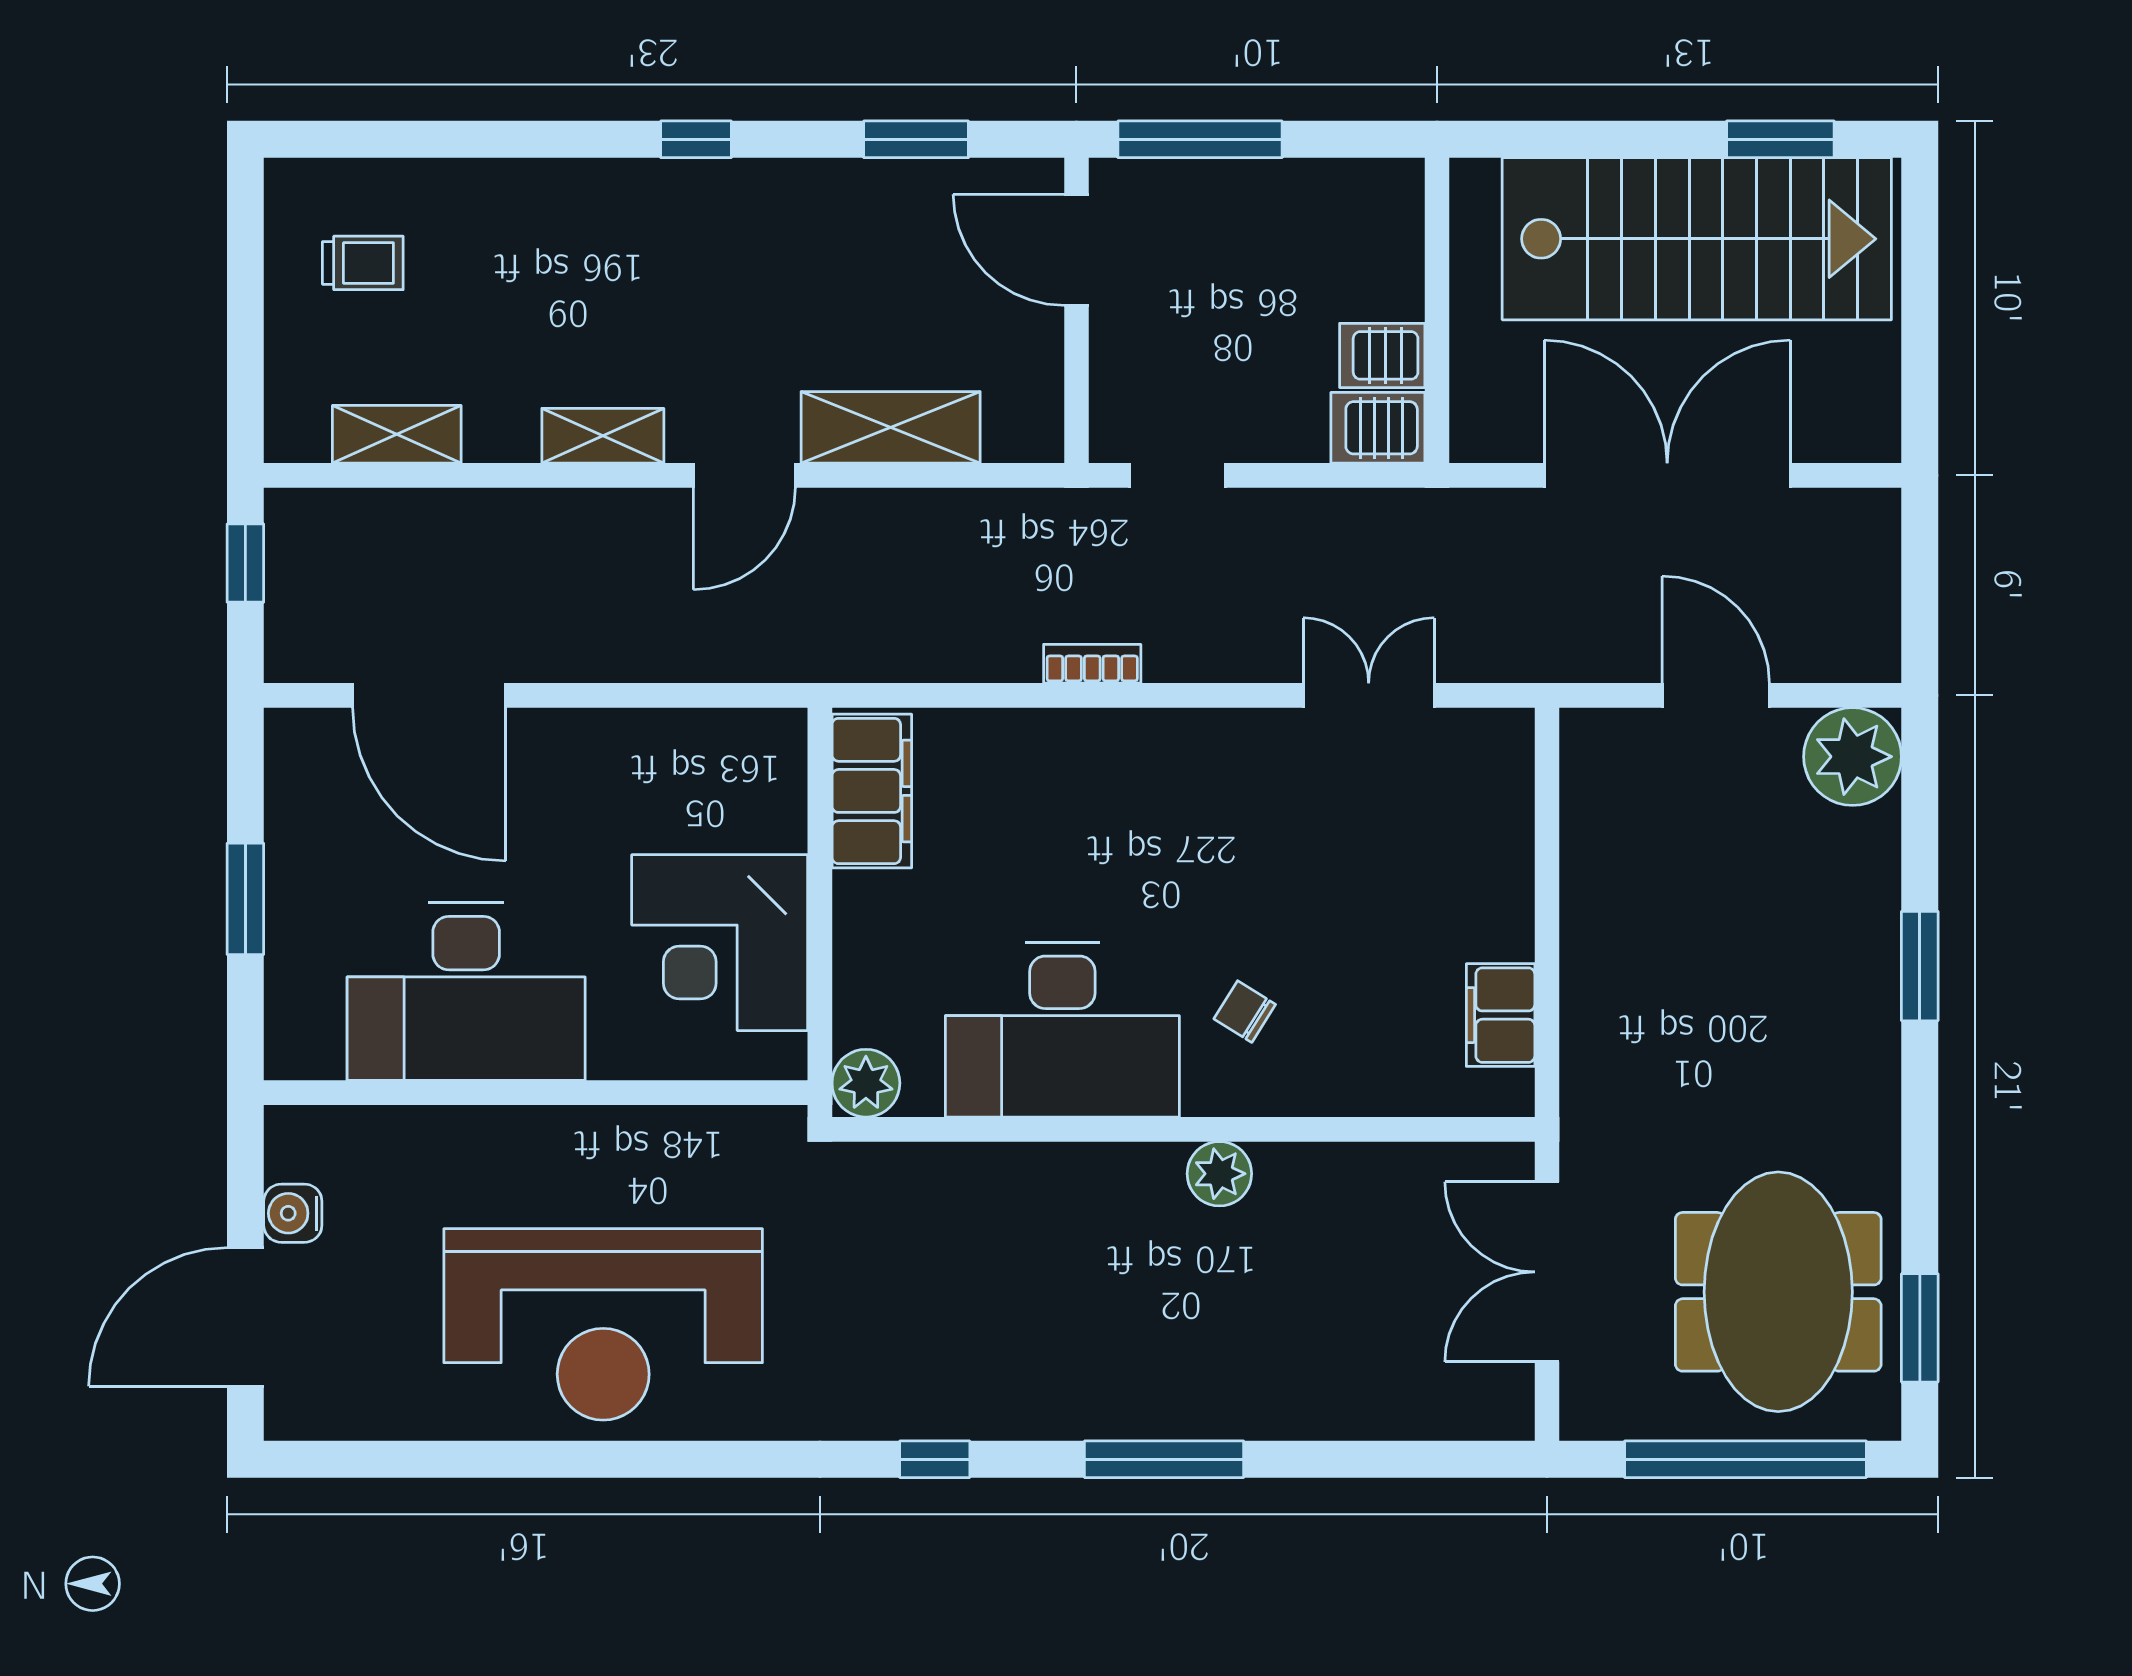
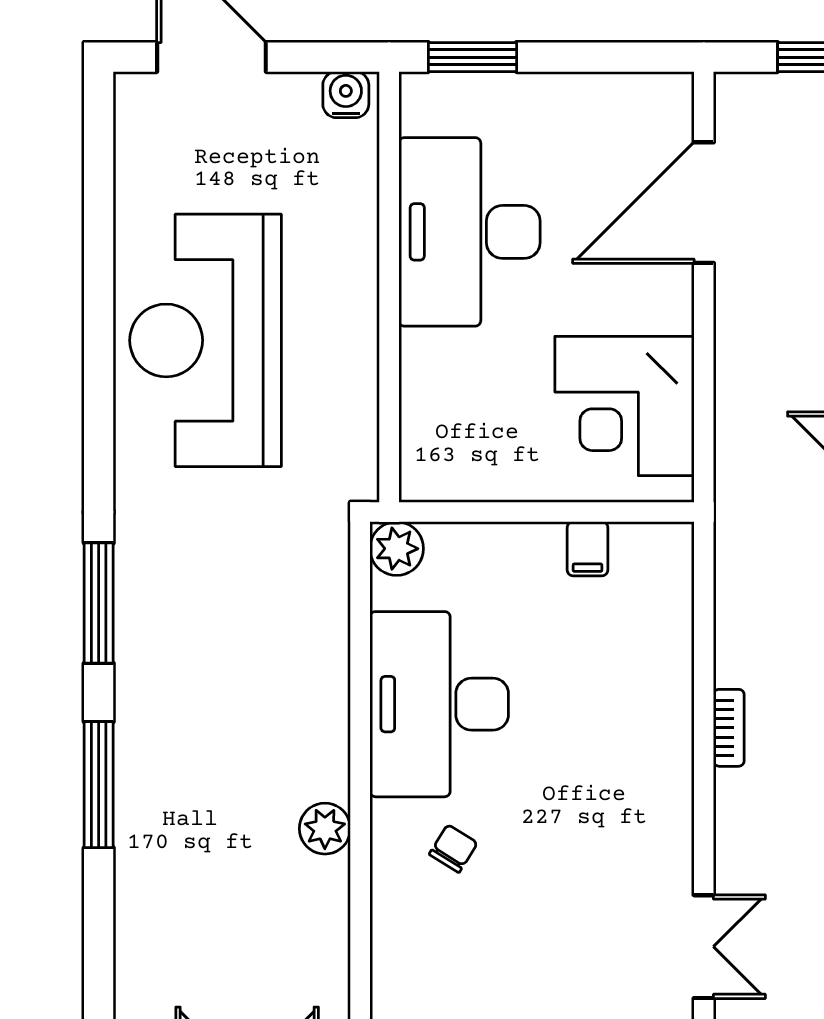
filing cabinet: (872, 791) -> (588, 549), width x0.33, depth x0.86
window: (245, 899) -> (472, 57), moved
corner desk: (720, 943) -> (624, 406), moved, turned -90
water cooler: (293, 1213) -> (346, 95), moved
window: (935, 1459) -> (99, 603), width x2.17

